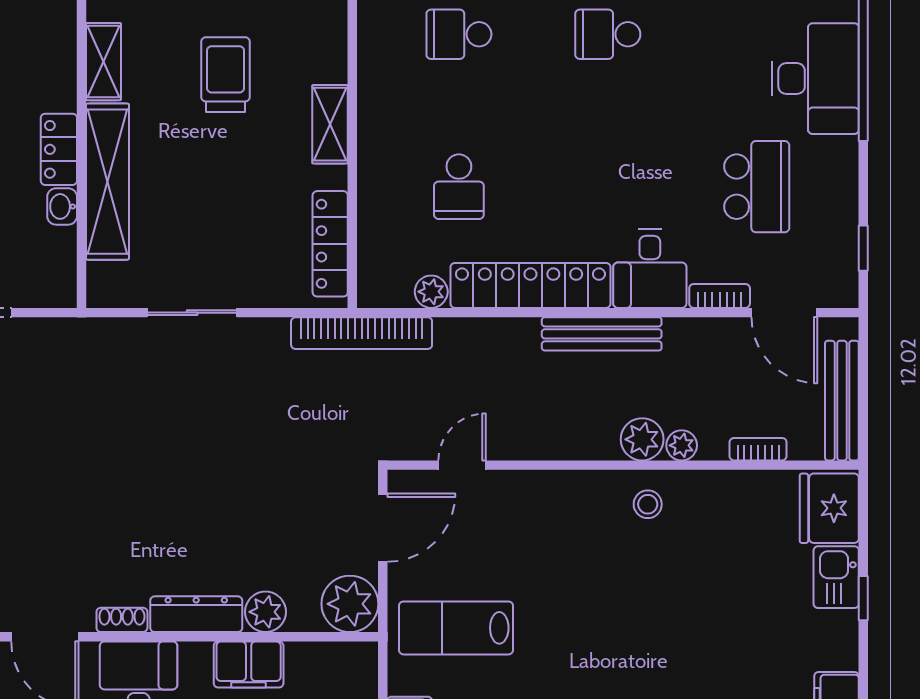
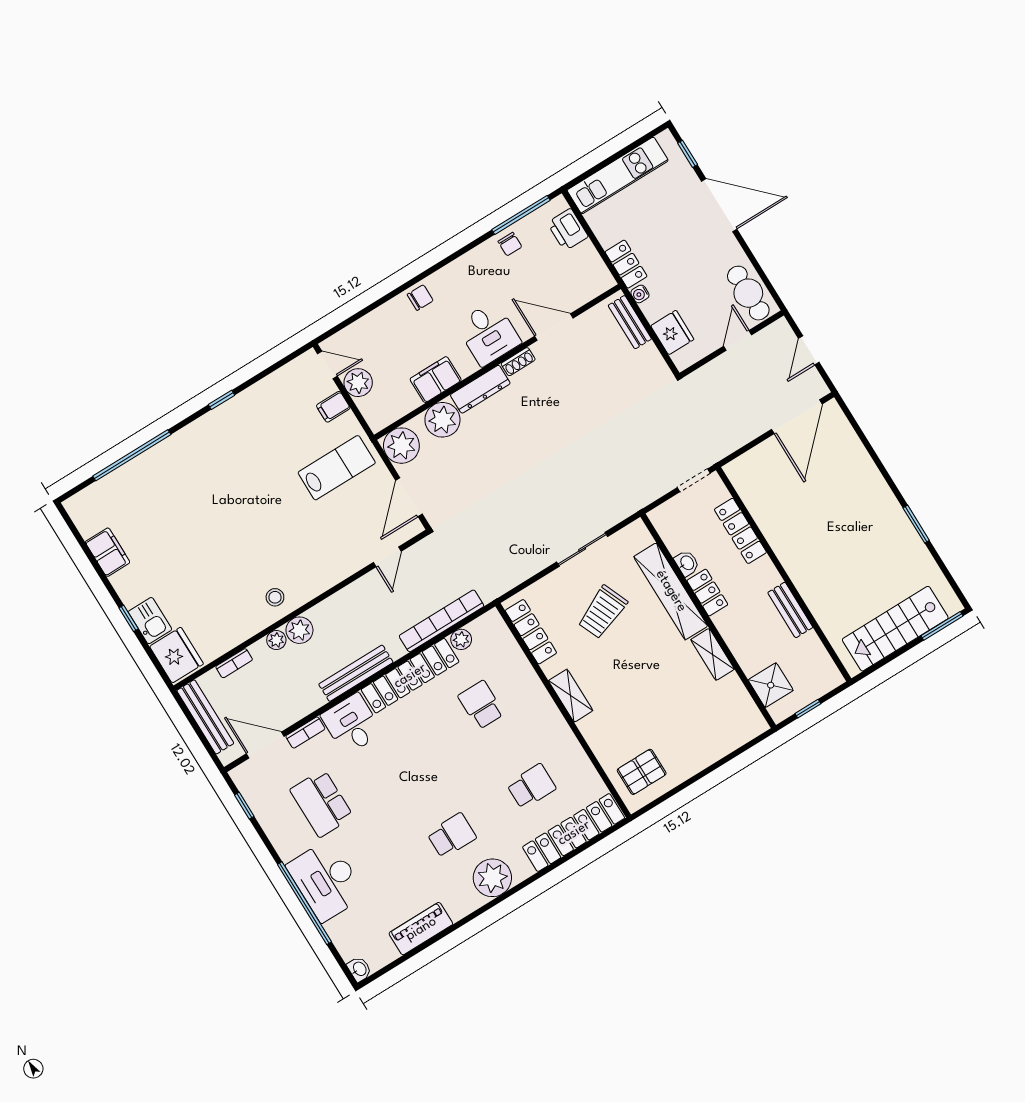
trolley: (226, 75) -> (602, 612), moved, turned 67
bookcase: (362, 333) -> (442, 621), moved
plant: (266, 612) -> (442, 420), width x1.36, depth x1.36

